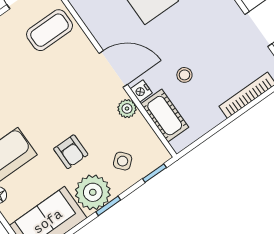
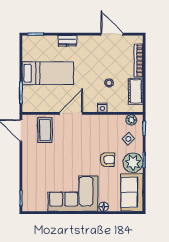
door: (113, 69) -> (71, 113), moved
plant: (127, 109) -> (131, 120), moved
cot: (165, 116) -> (136, 91), moved, turned 90

